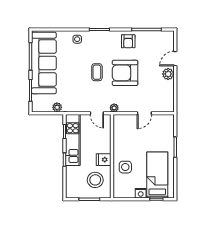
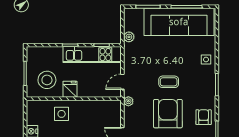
armchair: (128, 41) -> (204, 117), turned 90

